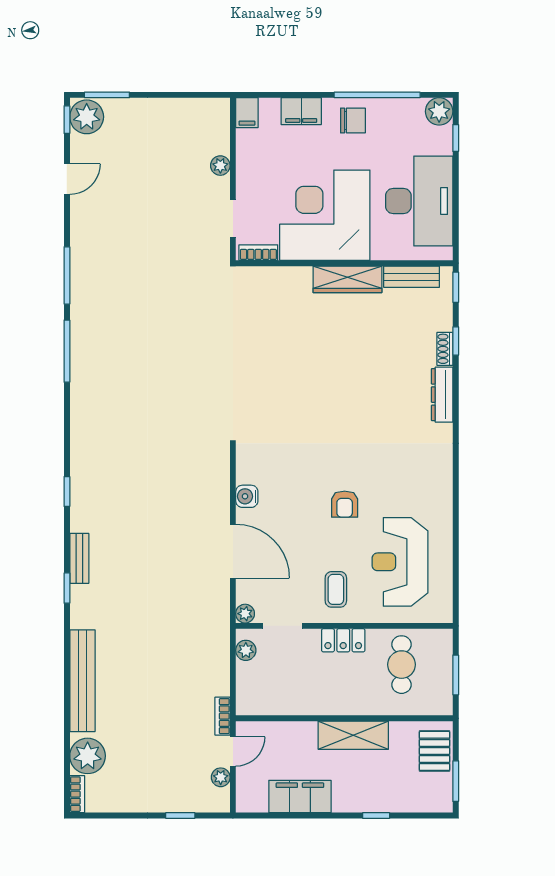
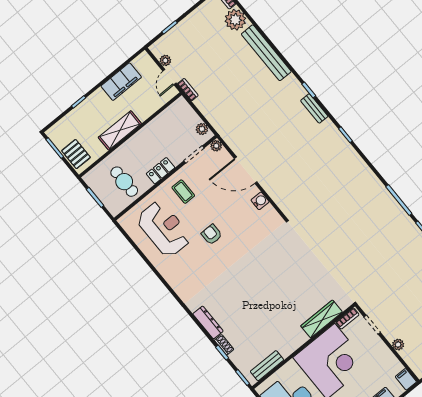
wardrobe: (347, 279) -> (322, 319), moved

